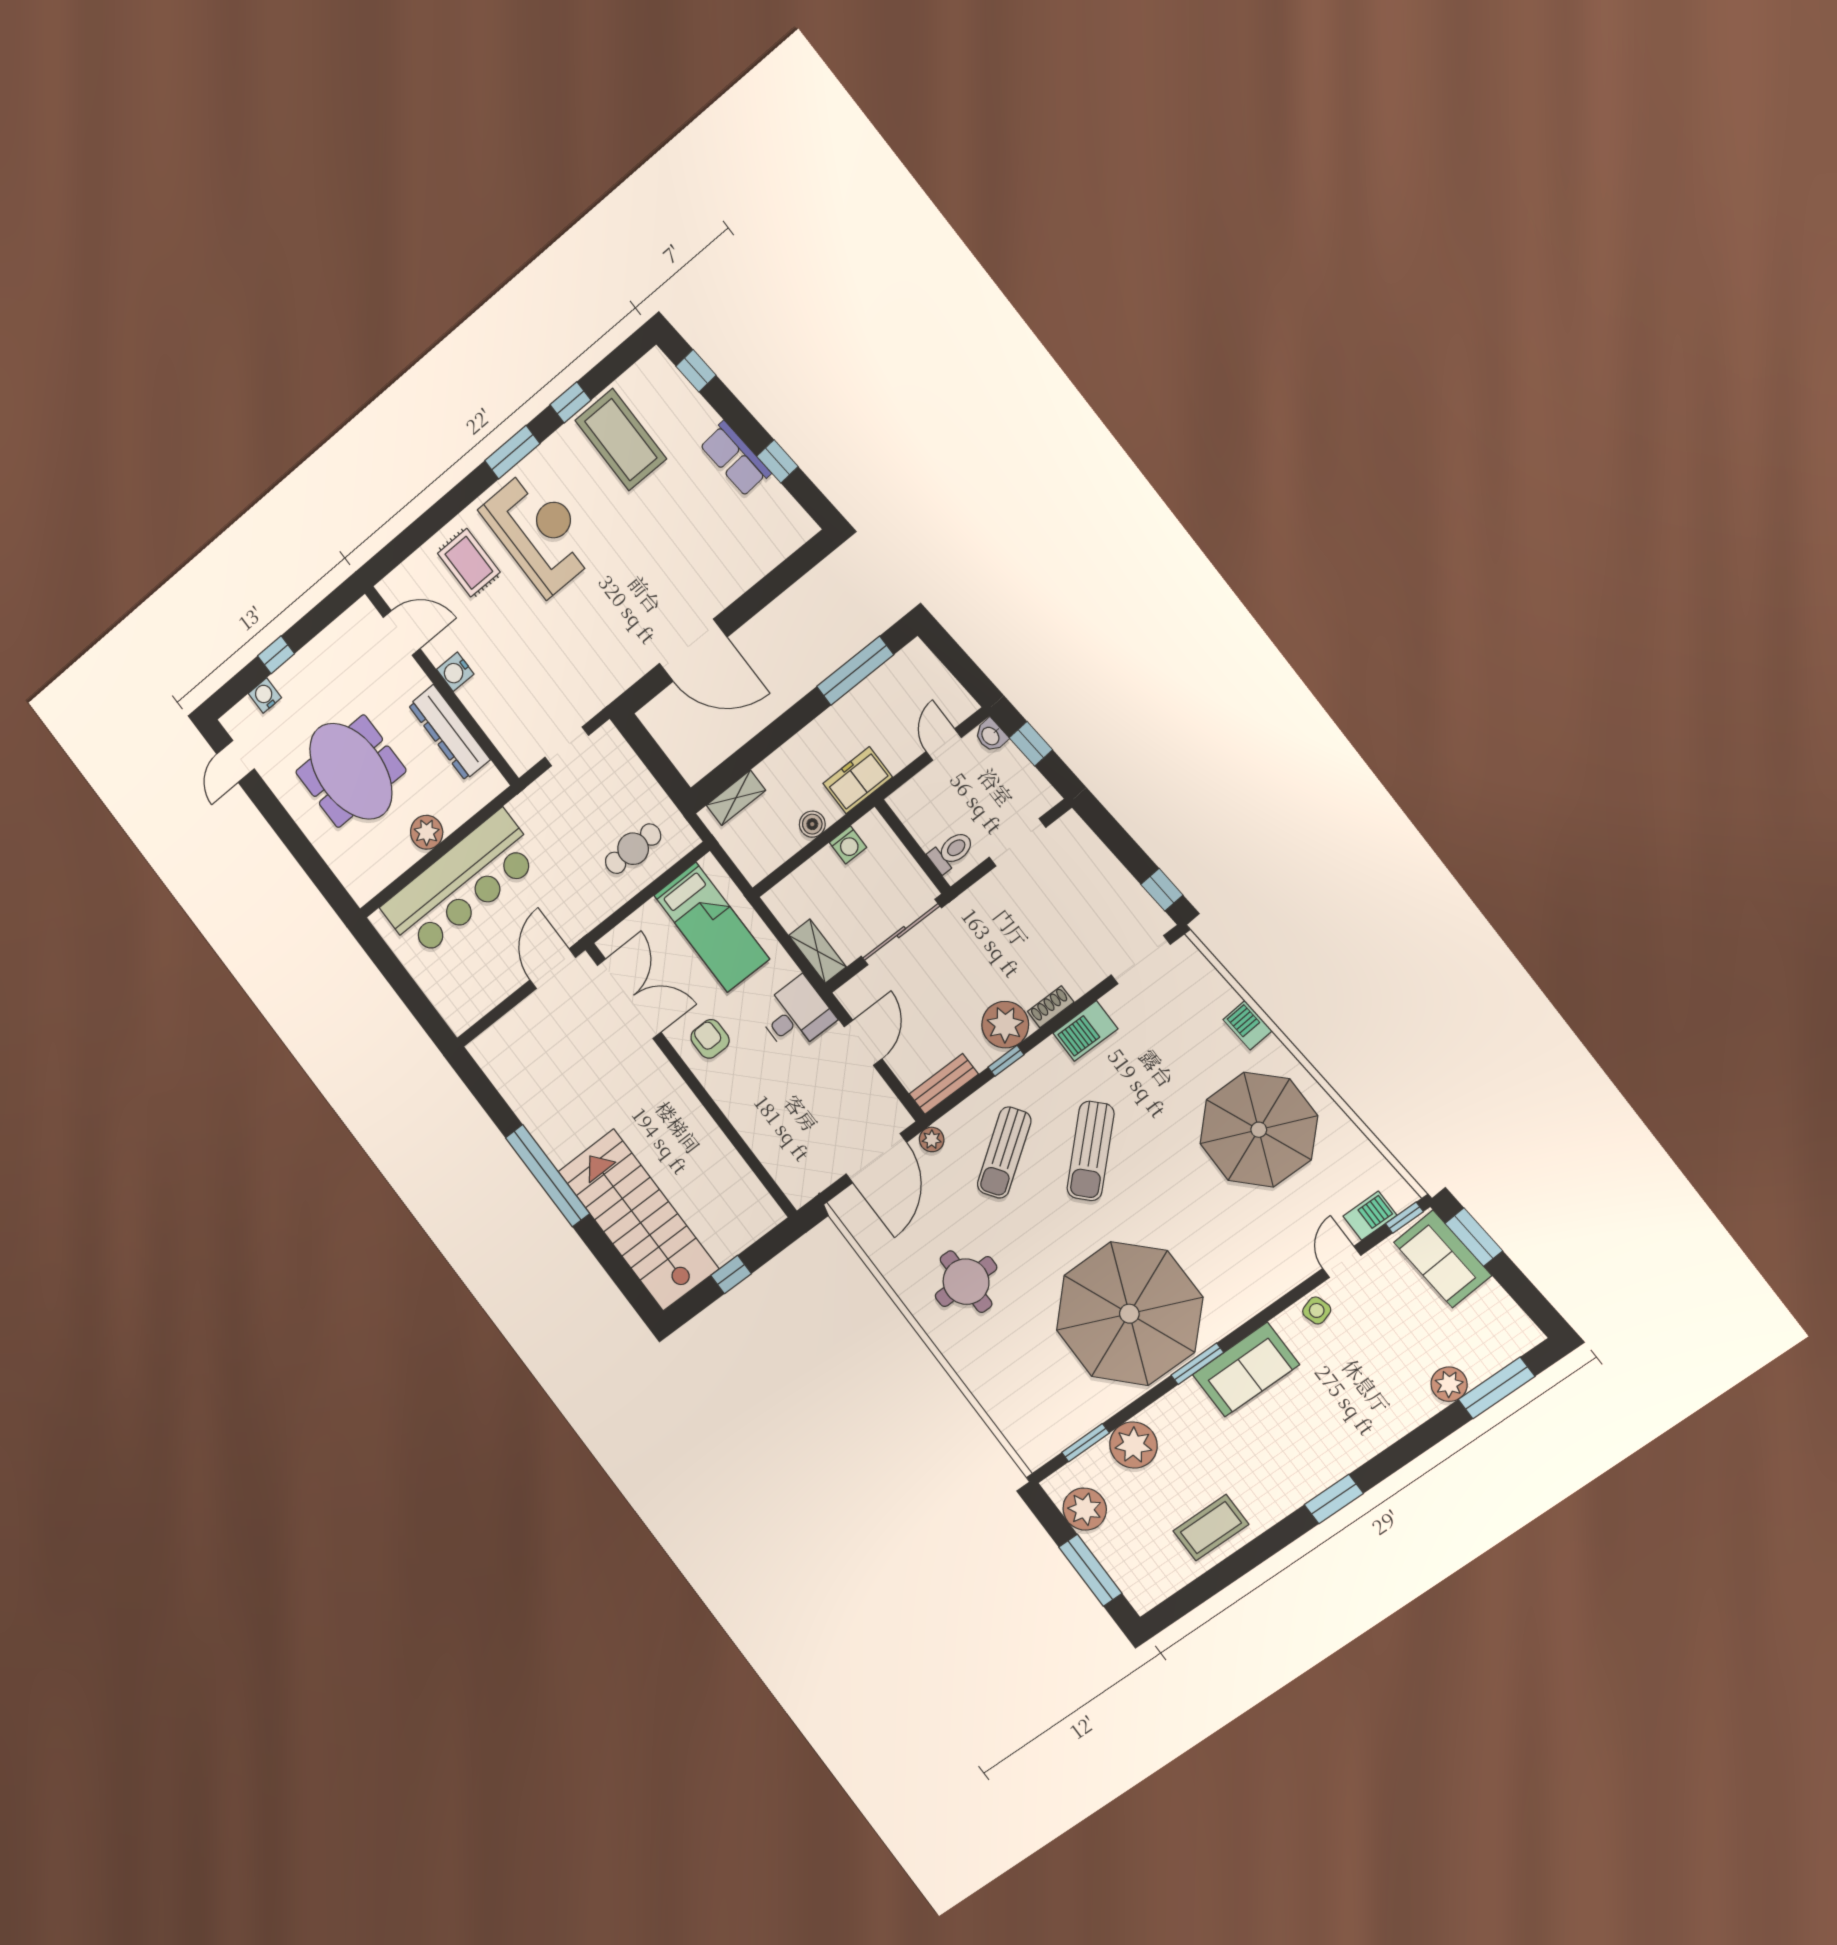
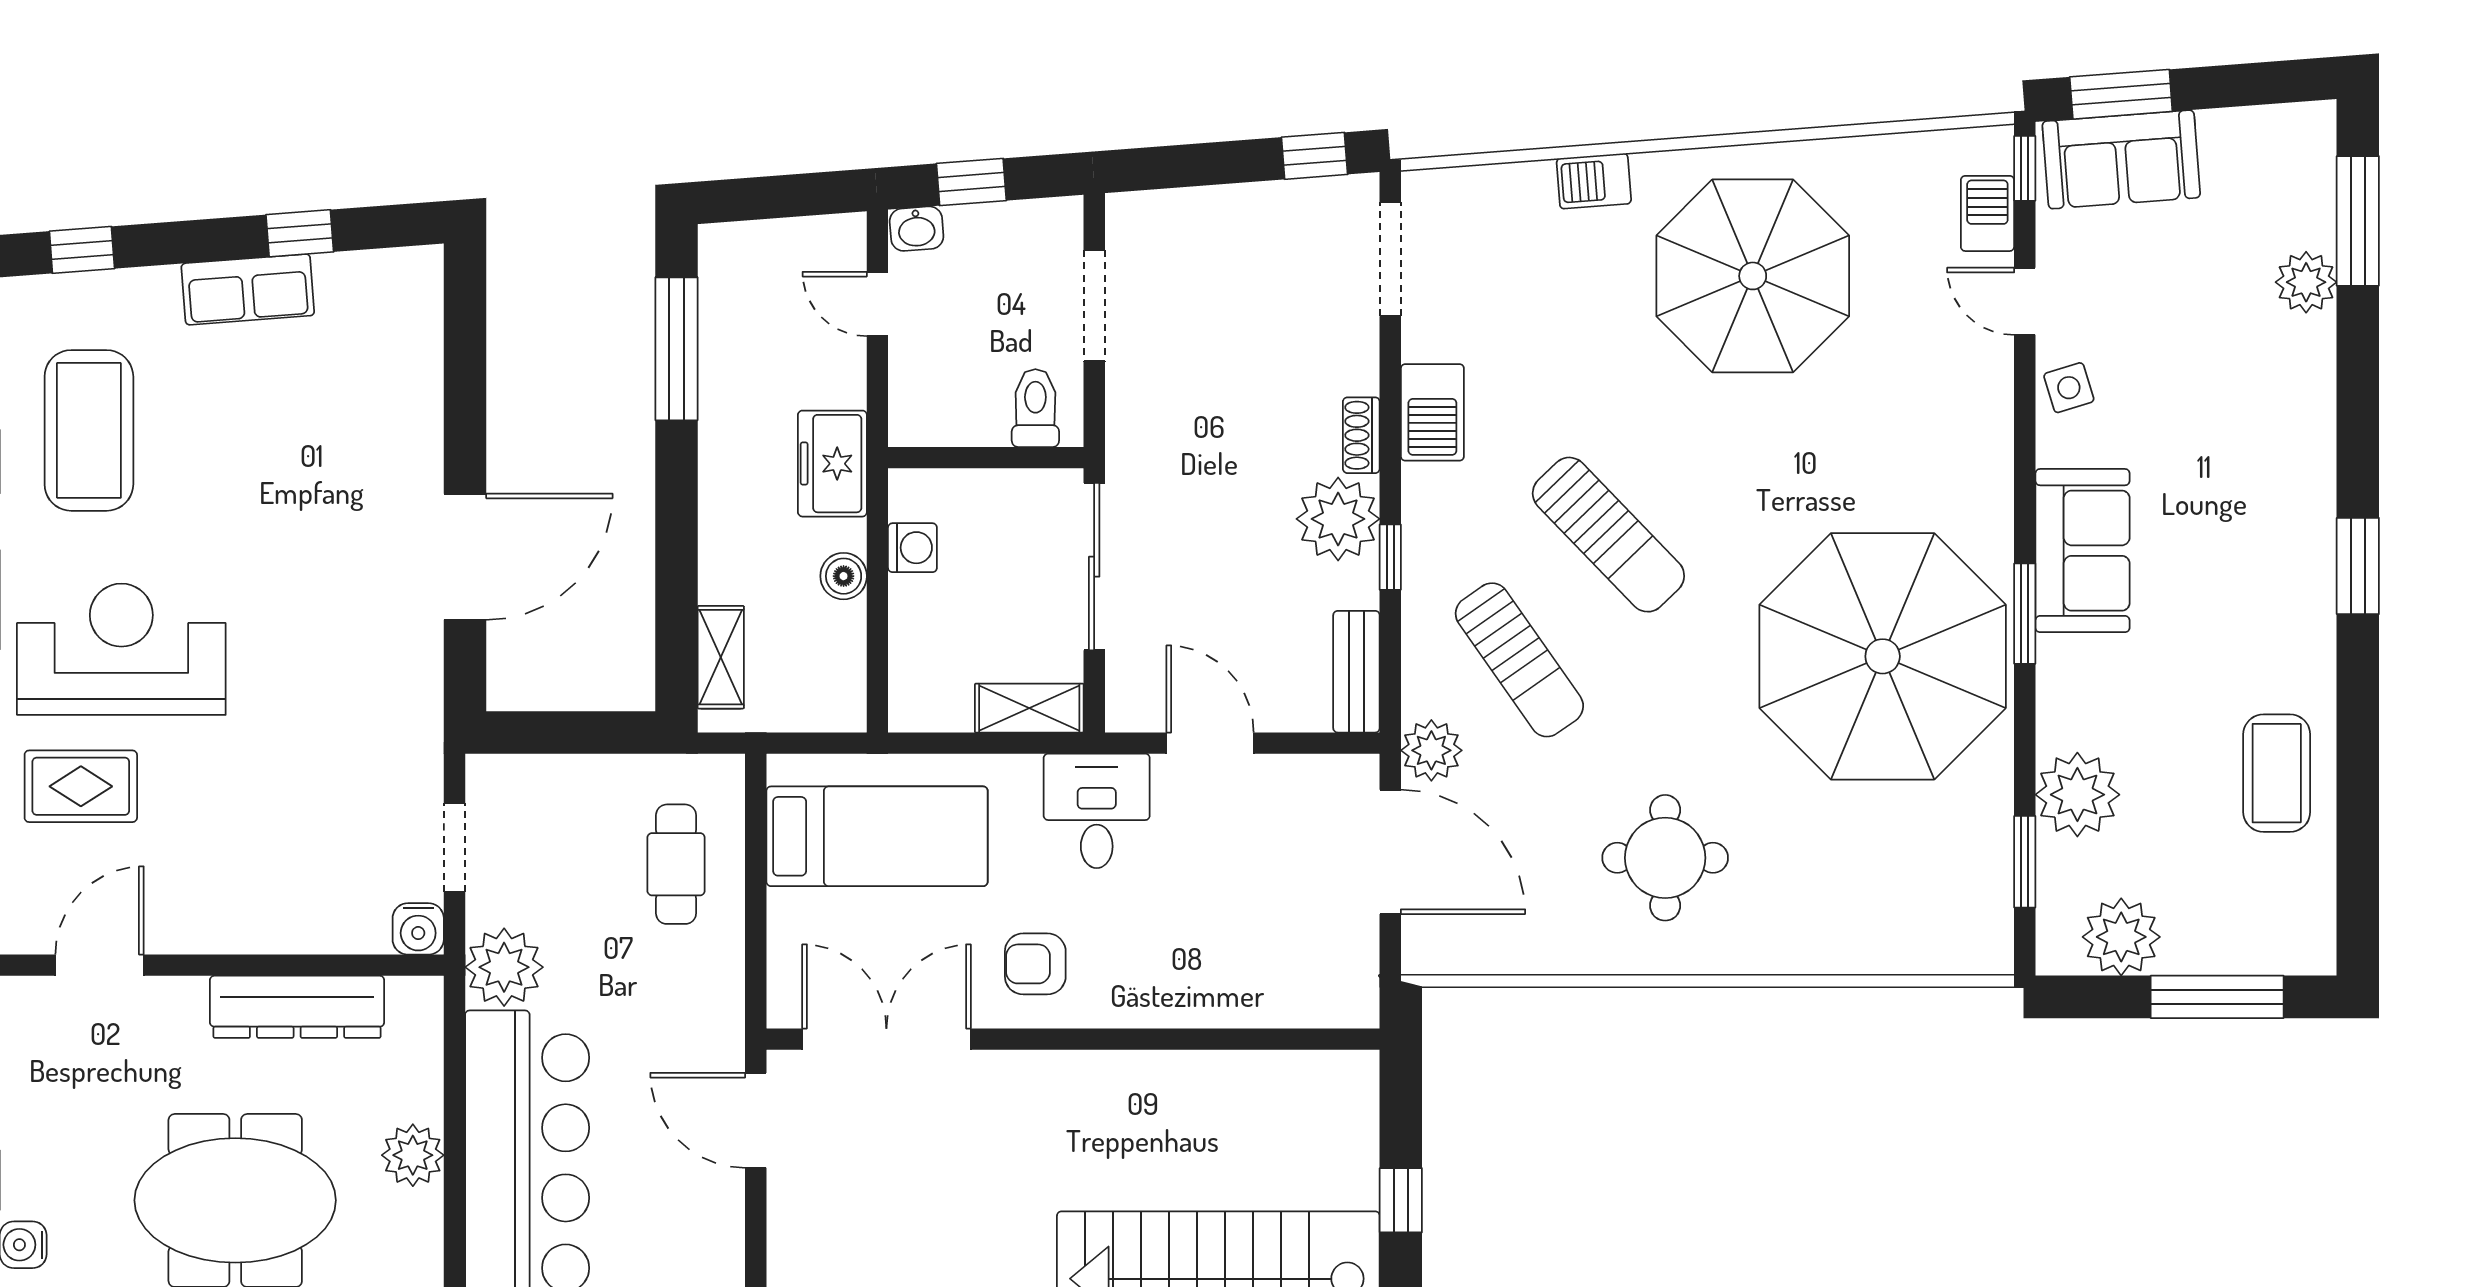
coffee table: (621, 440) -> (89, 430), turned 90
water cooler: (455, 672) -> (418, 929), moved
plant: (533, 809) -> (504, 967), added
plant: (932, 1139) -> (1431, 750), width x1.38, depth x1.38

